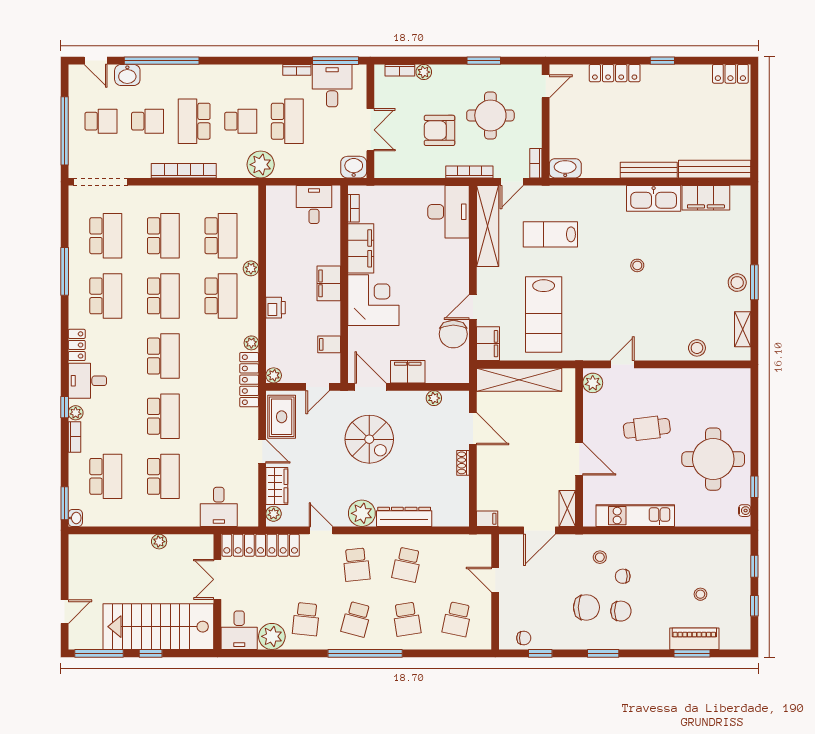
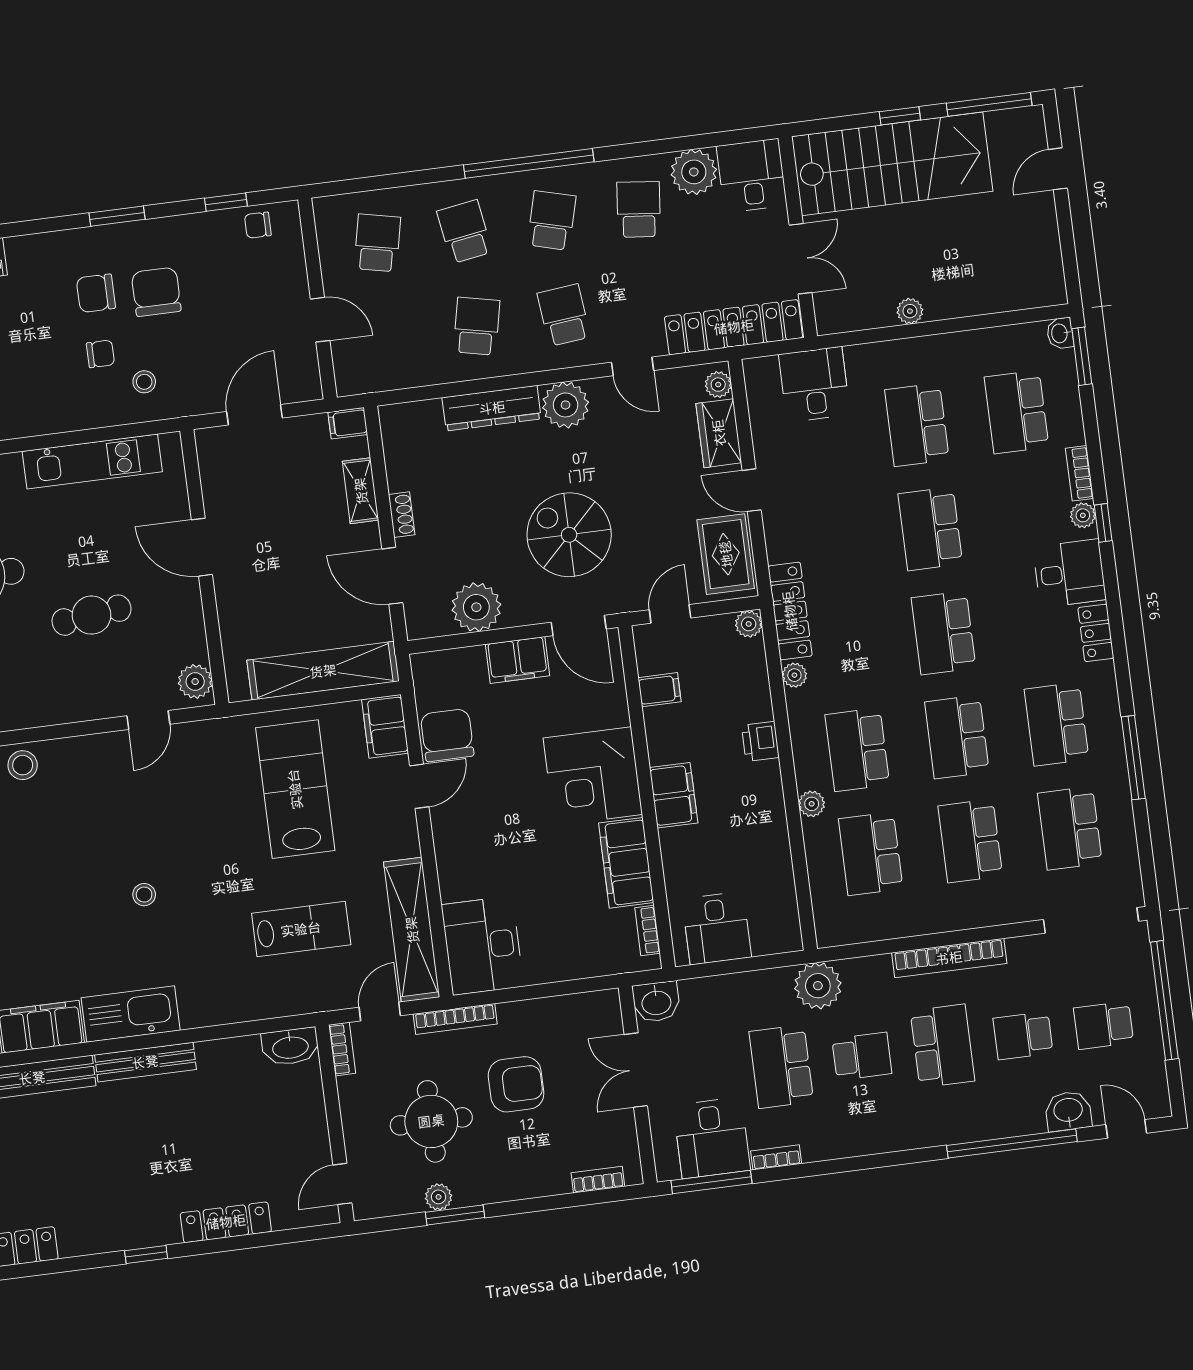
plant: (424, 72) -> (439, 1197), moved
school desk: (241, 121) -> (862, 1056), turned 180
plant: (434, 398) -> (476, 607), width x1.88, depth x1.88
shelving: (567, 509) -> (361, 491), moved
chair: (586, 607) -> (156, 292), turned 90

